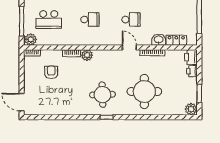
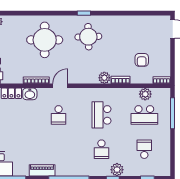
school desk: (49, 20) -> (144, 115), turned 180
school desk: (90, 20) -> (101, 115), width x1.85
school desk: (131, 20) -> (59, 115), turned -90
plant: (31, 39) -> (145, 94), moved
door: (129, 47) -> (60, 86), swing flipped

